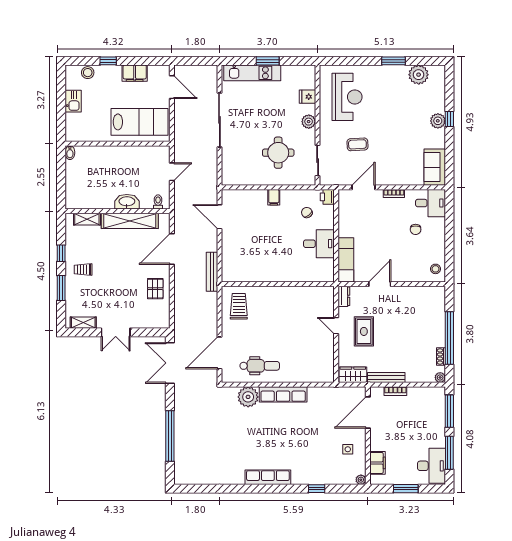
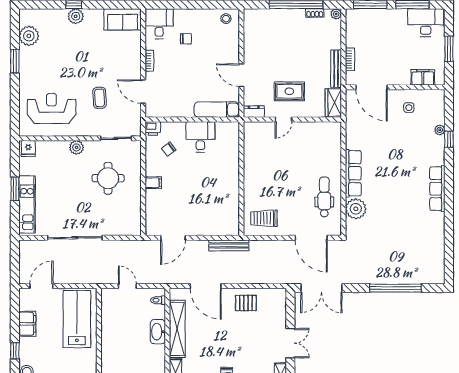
fridge: (307, 97) -> (28, 149), moved
plant: (361, 480) -> (440, 130), moved

